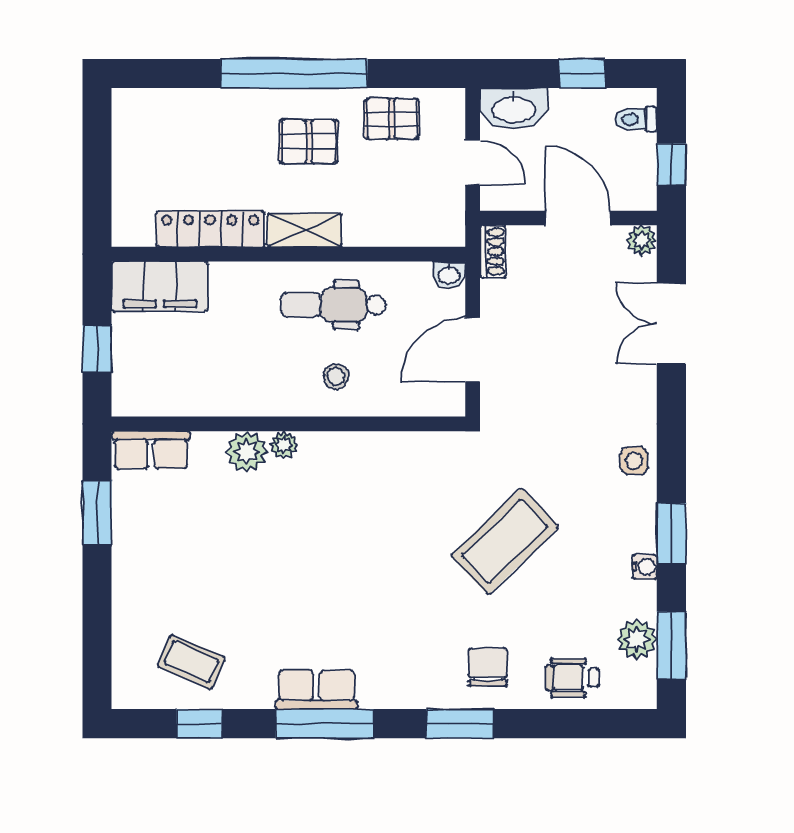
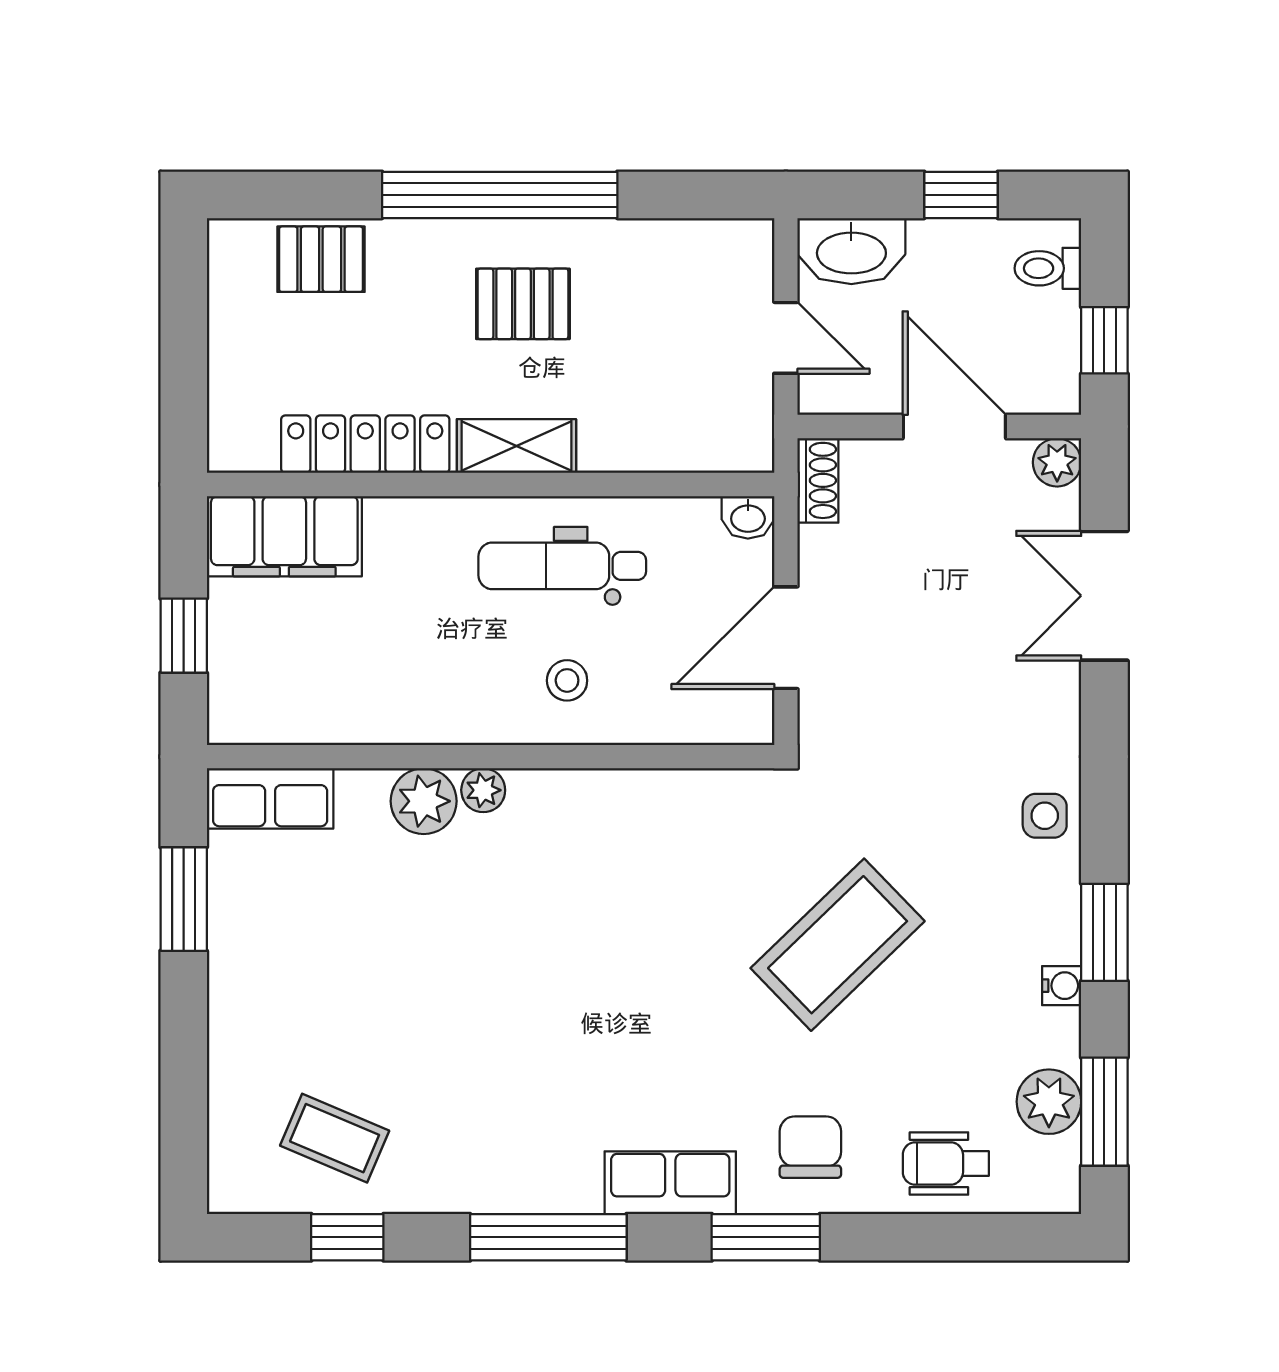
pallet: (392, 119) -> (321, 259), moved
row of seats: (317, 690) -> (670, 1183), moved

